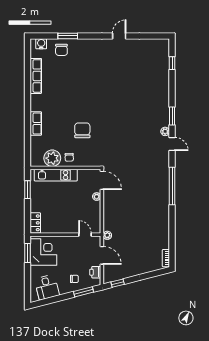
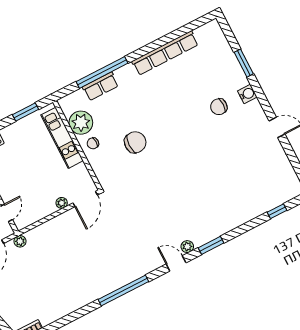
water cooler: (41, 44) -> (247, 94), moved
chair: (61, 50) -> (219, 107), moved
row of seats: (36, 76) -> (165, 53), width x1.36
row of seats: (36, 123) -> (100, 86), moved
window: (27, 129) -> (102, 72), added
door: (172, 144) -> (176, 263), swing flipped

